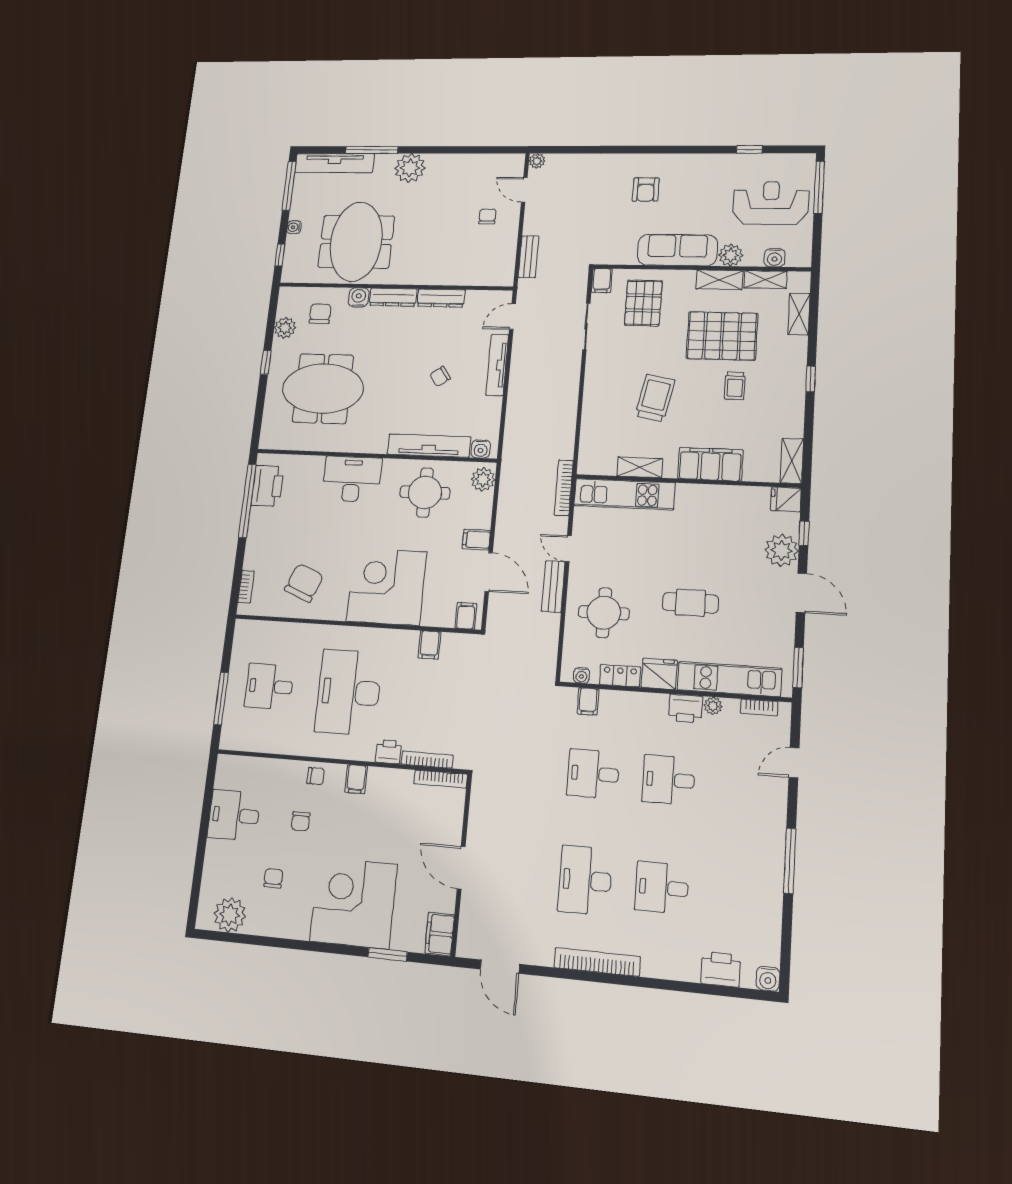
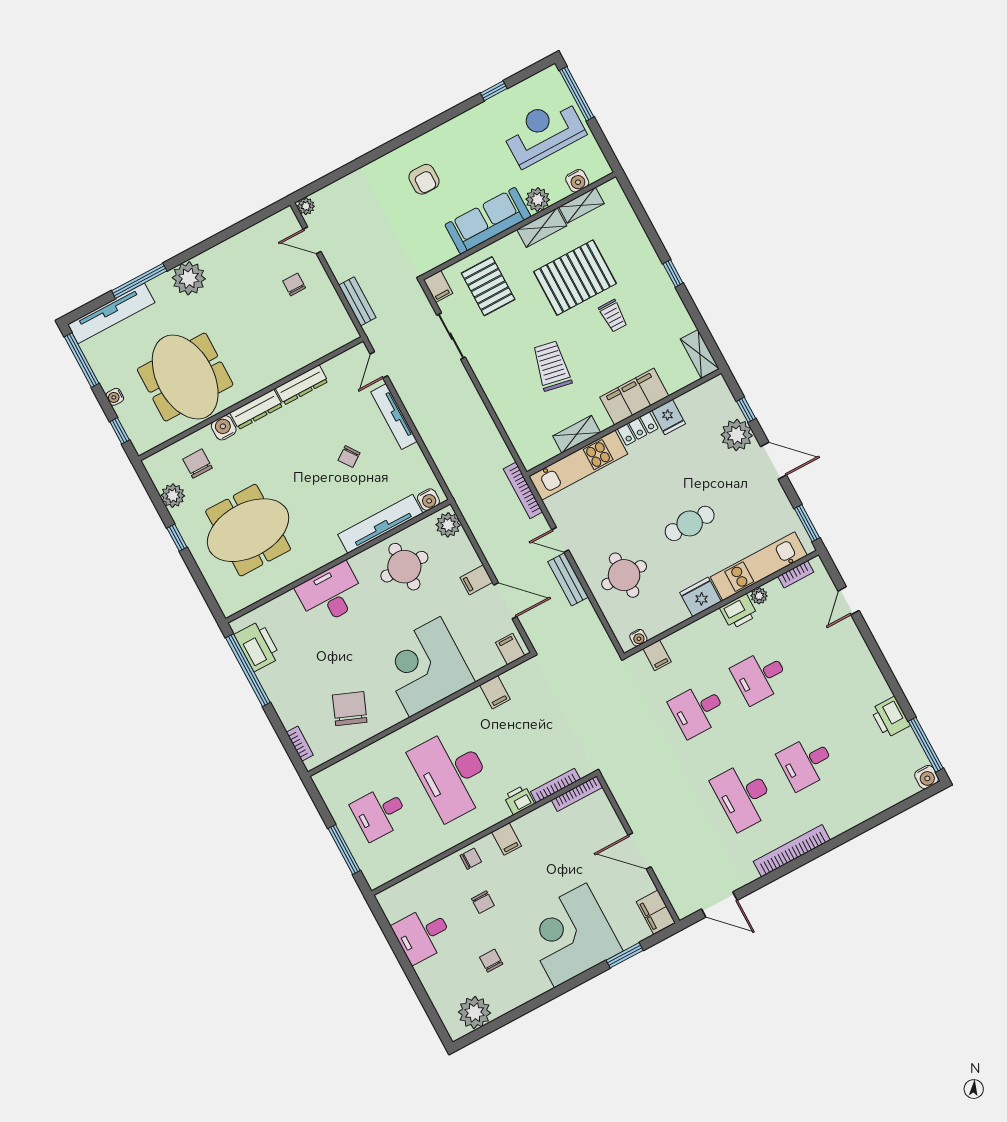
shelving: (799, 314) -> (629, 221), removed
fridge: (786, 499) -> (669, 417), moved, turned -90
locker: (620, 676) -> (638, 429), moved, turned 180
window: (790, 861) -> (926, 745), moved
printer: (721, 969) -> (890, 717), moved, turned -90

